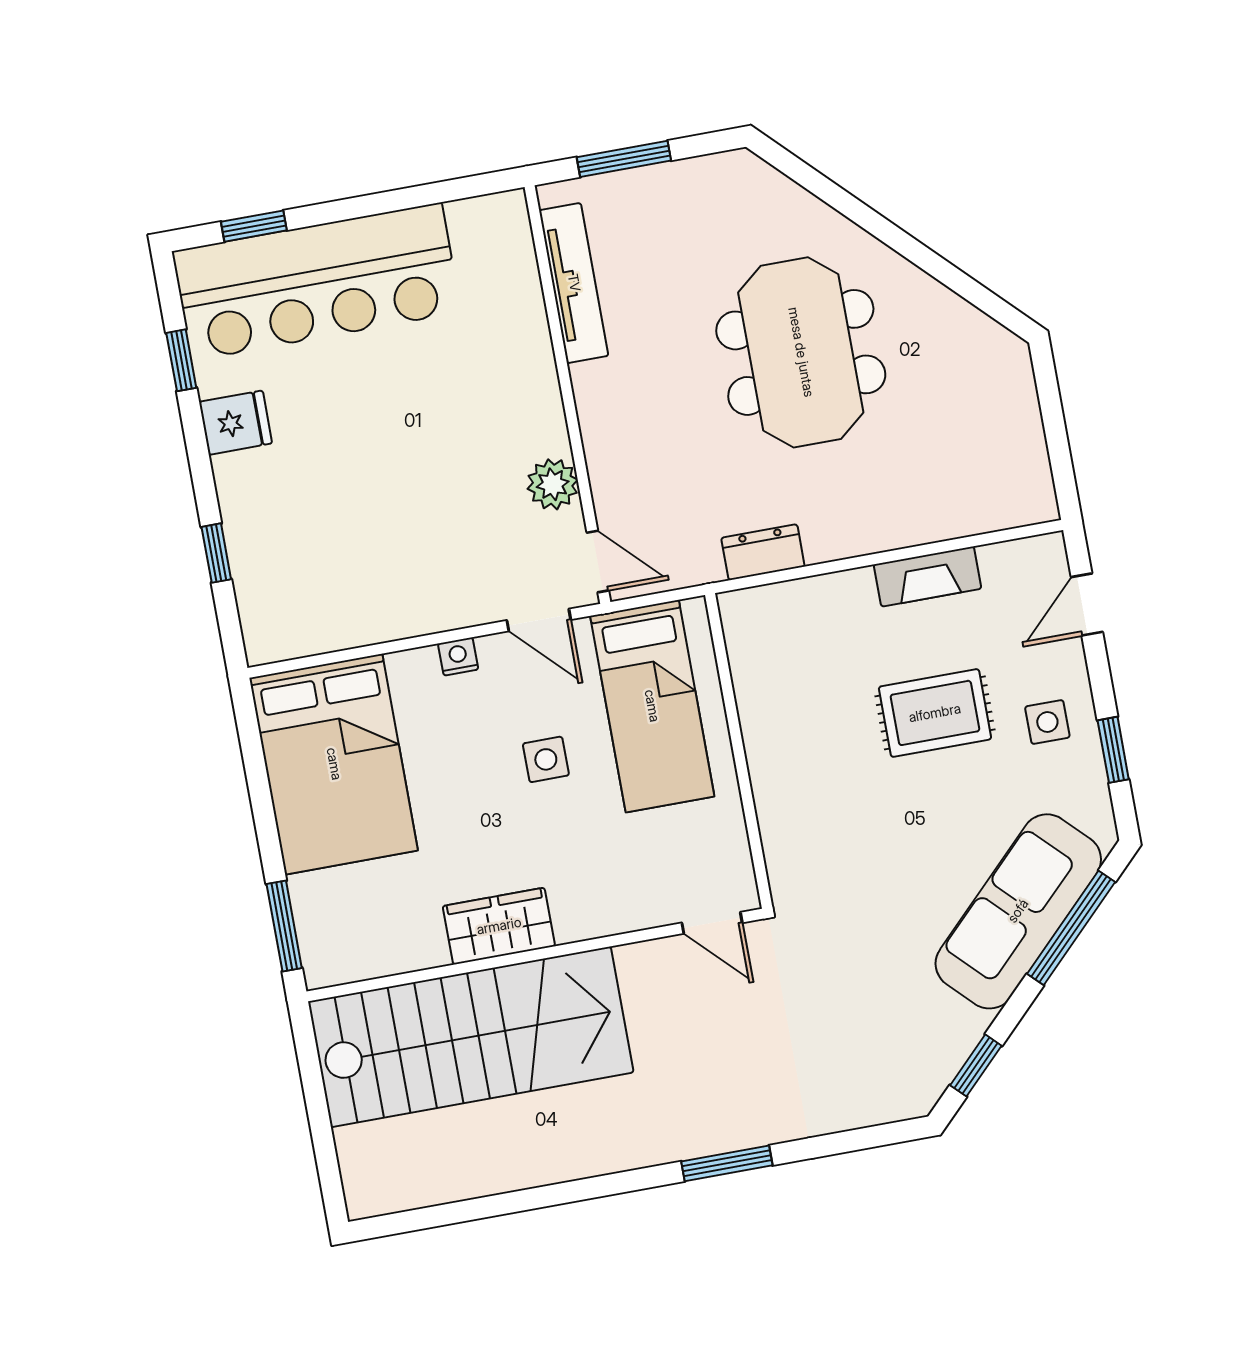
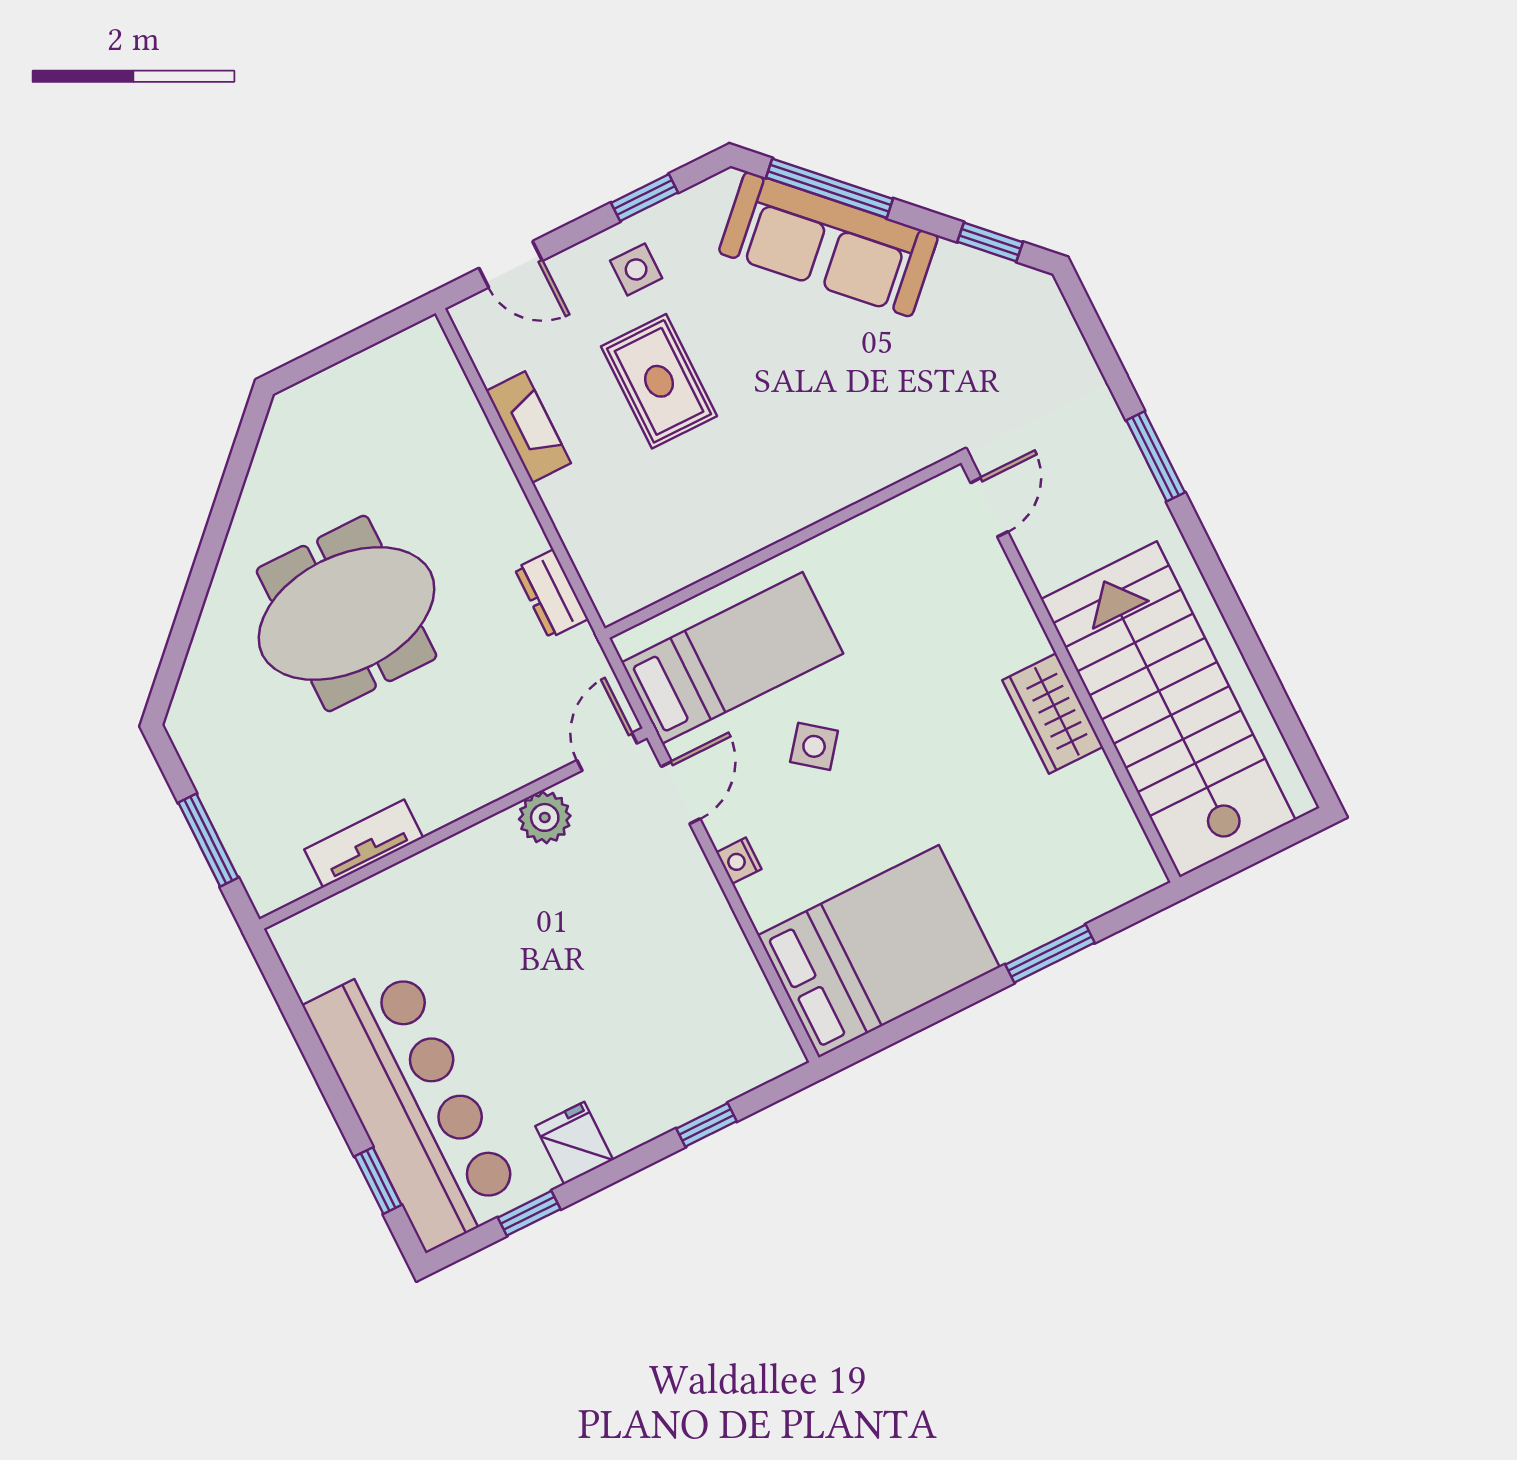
tv unit: (574, 283) -> (364, 844), width x0.71
side table: (546, 759) -> (814, 746), turned 38
door: (712, 923) -> (989, 507), moved
wardrobe: (499, 926) -> (1053, 713), moved
wall: (535, 955) -> (1070, 670), moved
stairs: (471, 1037) -> (1168, 709), moved

